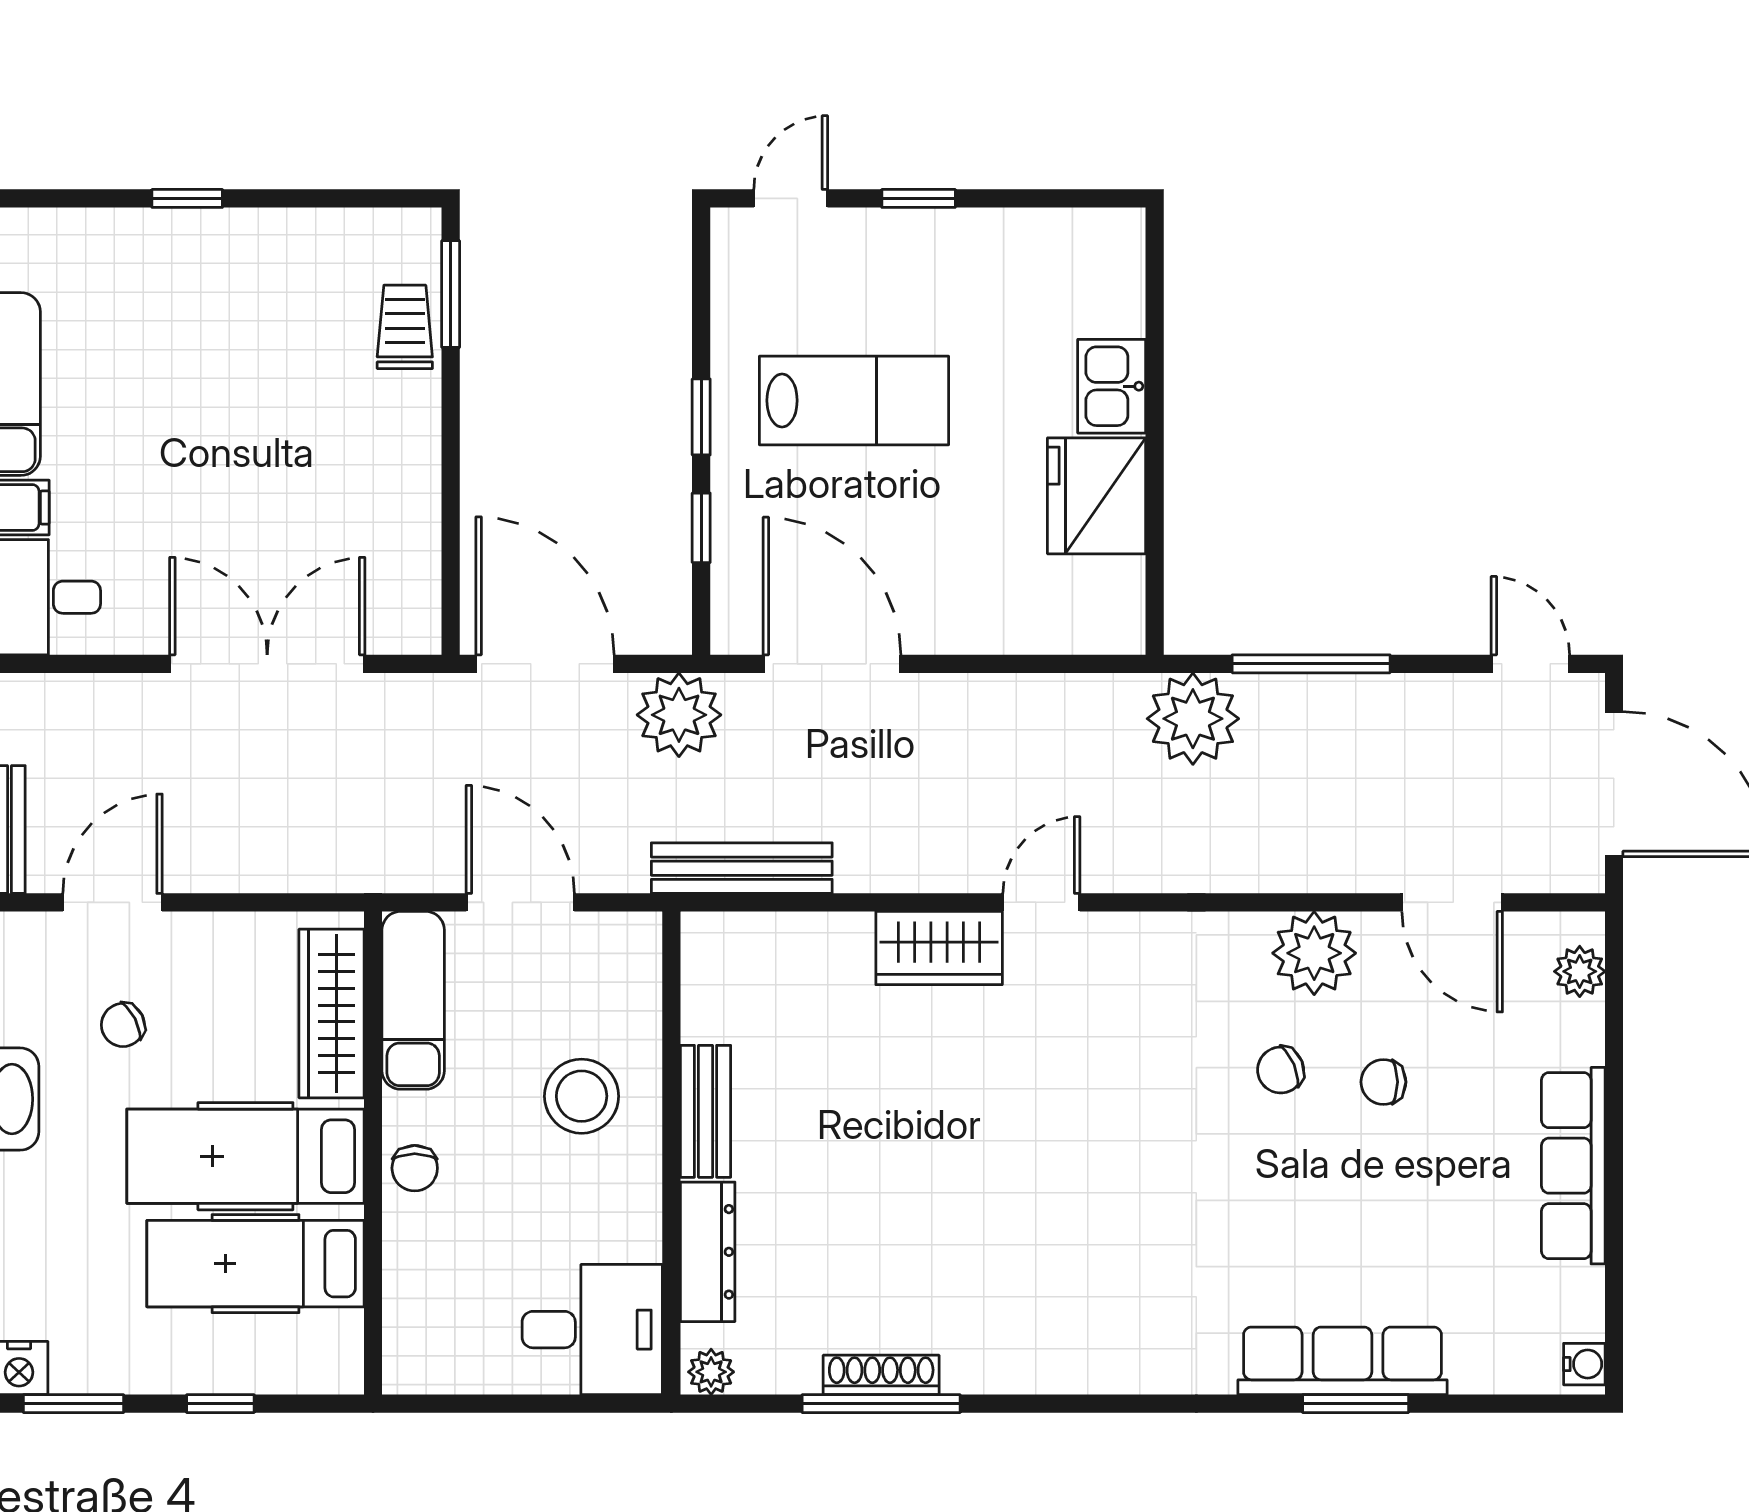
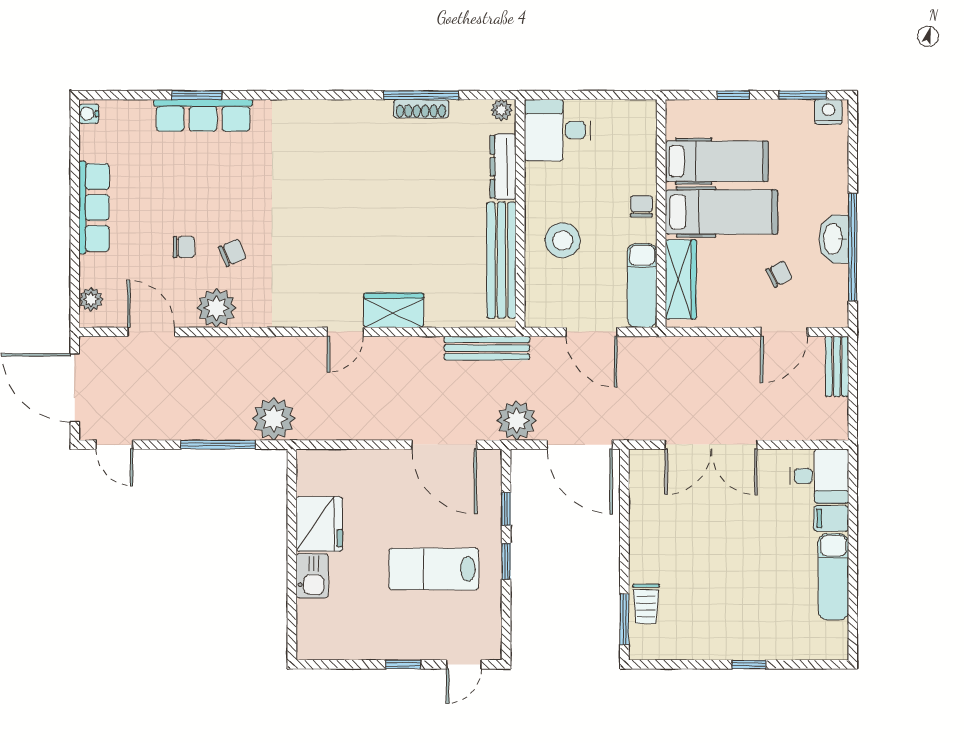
bench: (706, 1111) -> (501, 260), width x1.86, depth x1.21

